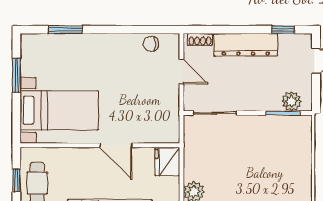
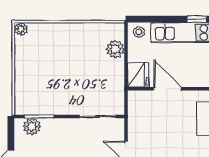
door: (116, 145) -> (167, 89), moved

